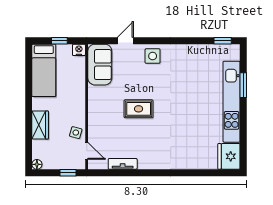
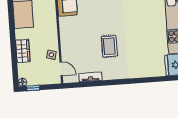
rug: (139, 109) -> (109, 46), moved, turned 90
window: (68, 173) -> (33, 88), moved

